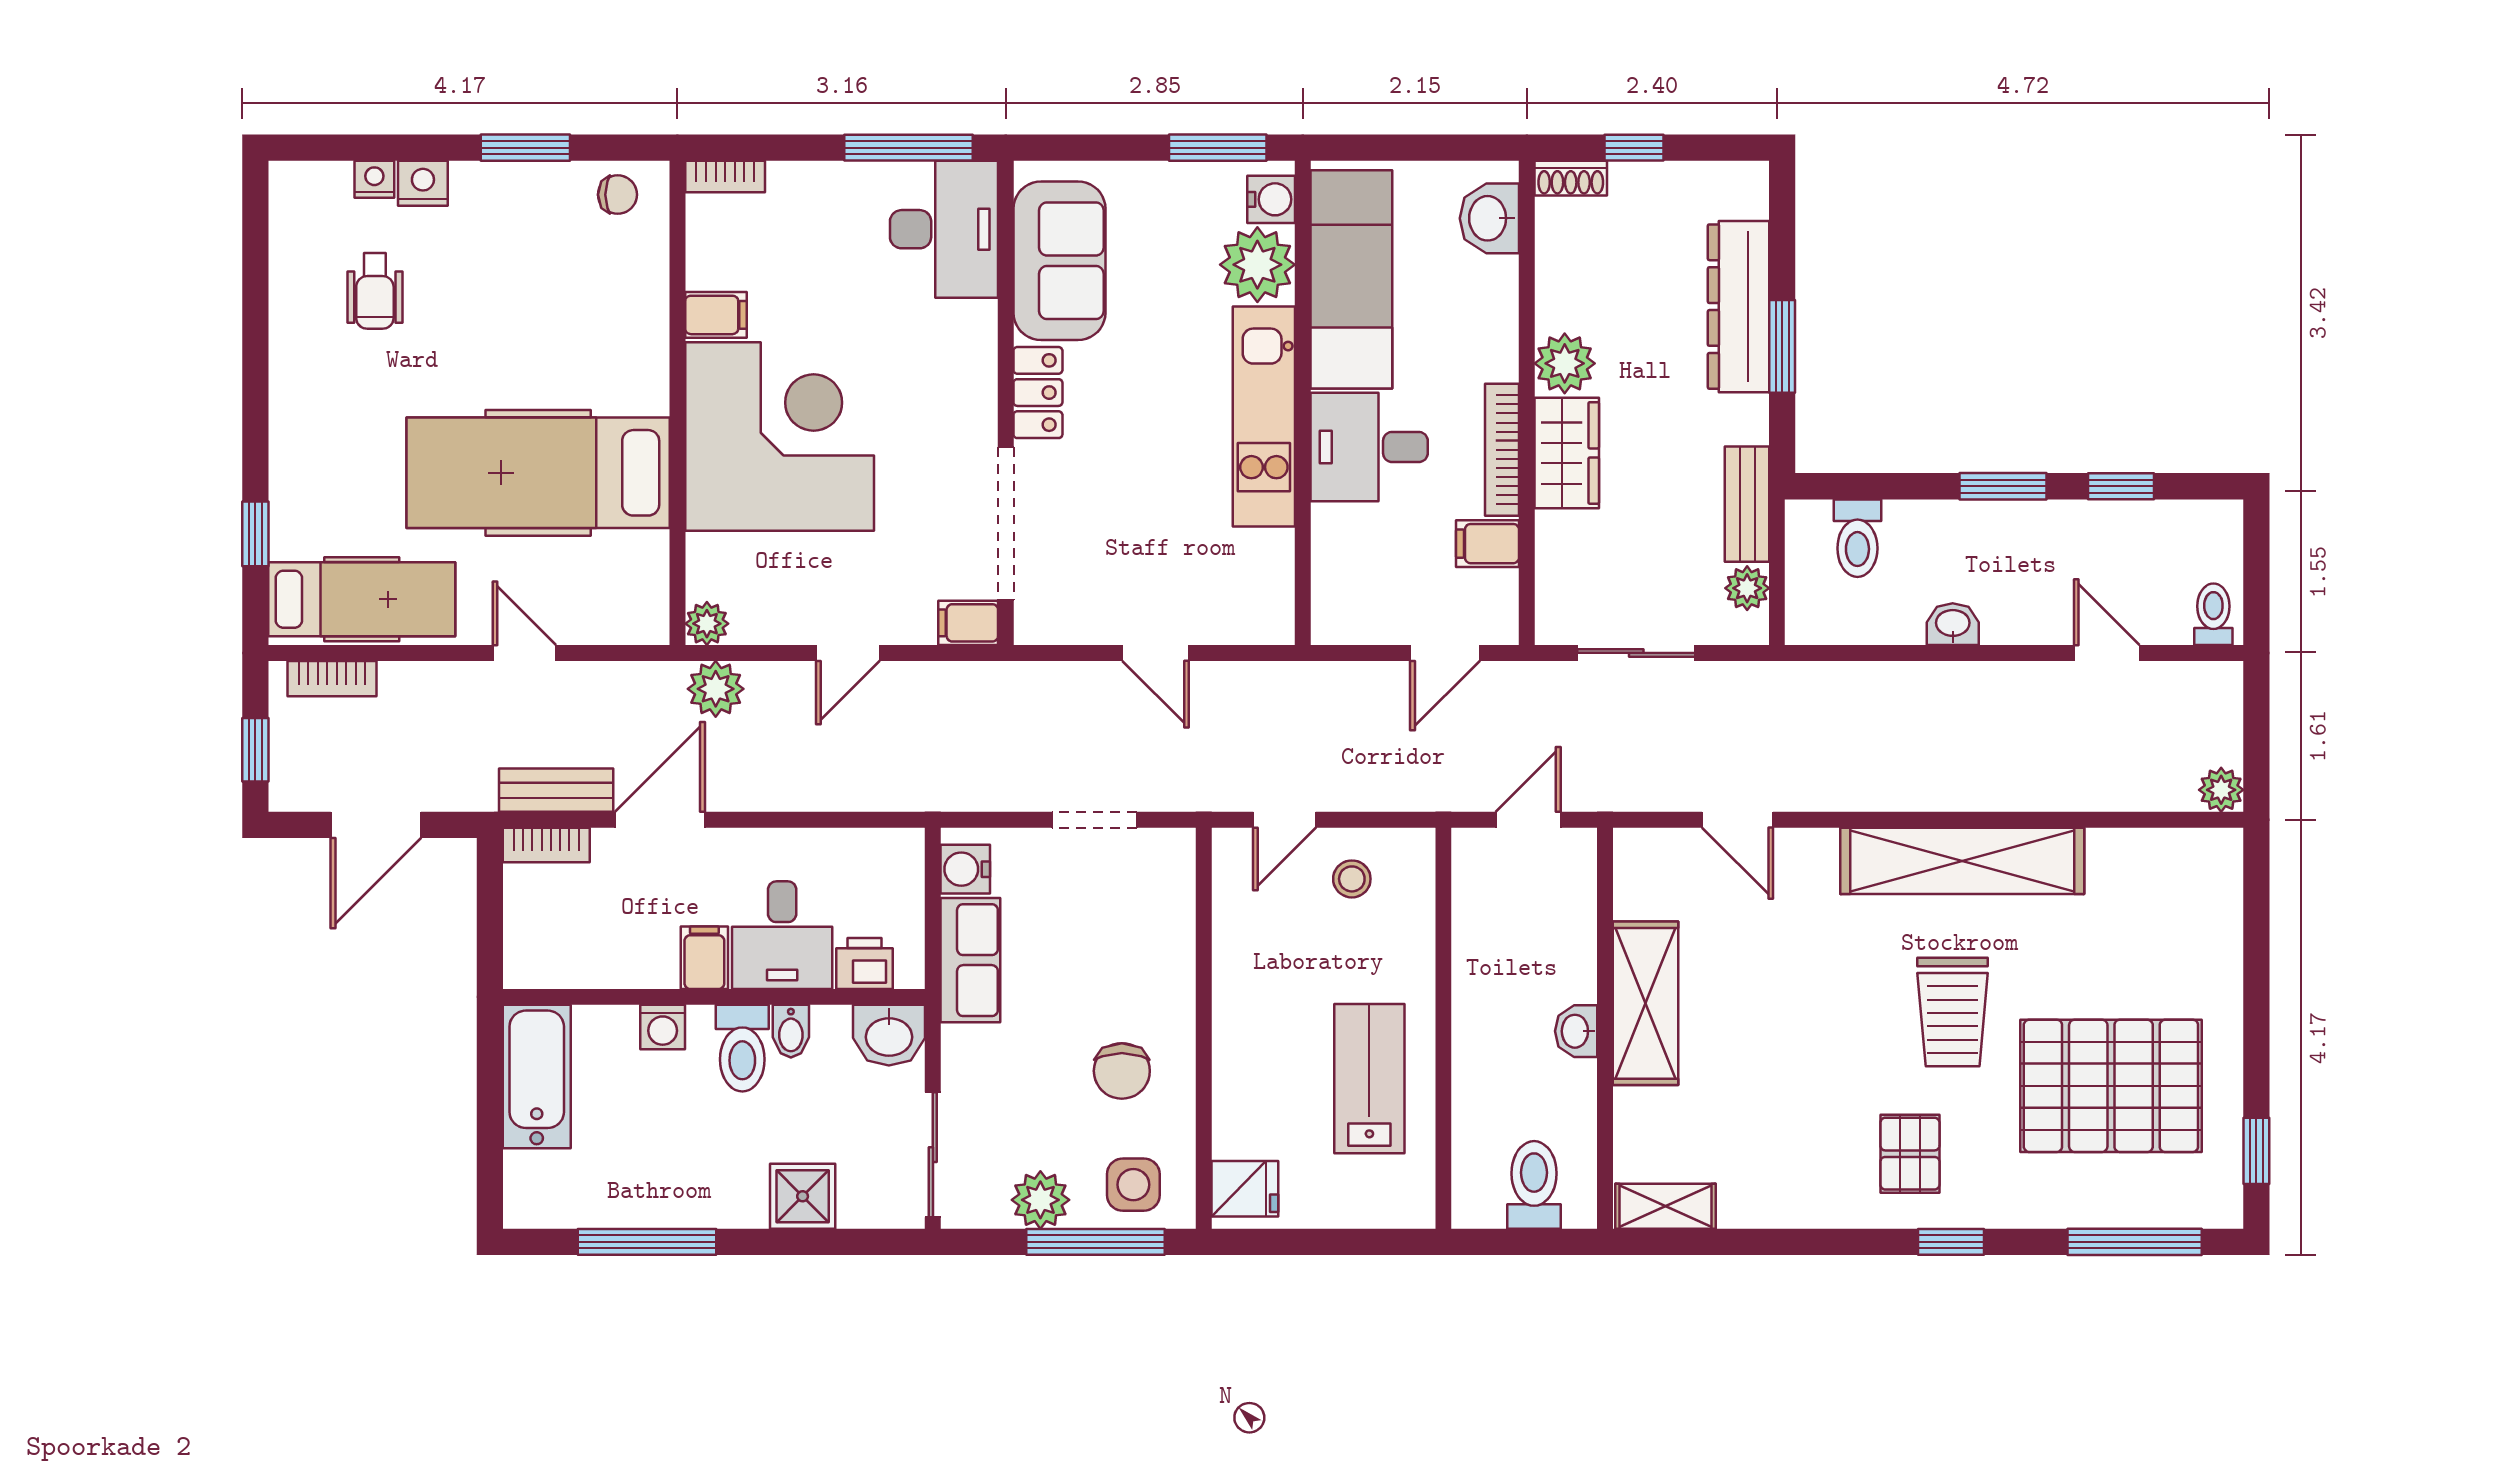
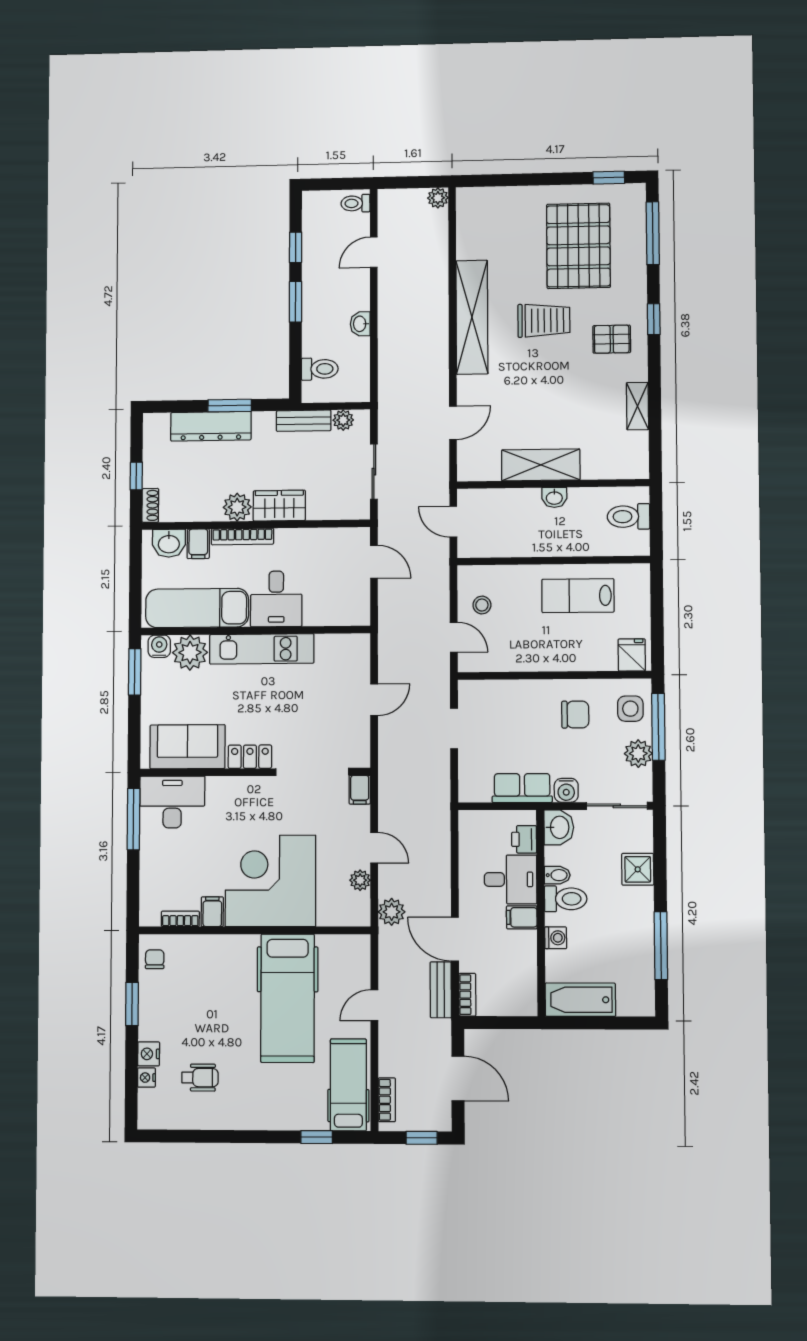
bookcase: (725, 176) -> (180, 919), moved, turned -90
bookcase: (1502, 450) -> (242, 536), moved
filing cabinet: (1488, 544) -> (198, 544), moved
plant: (707, 624) -> (360, 880), moved
water cooler: (965, 869) -> (566, 790), moved
shelving: (1665, 1206) -> (638, 406), moved

